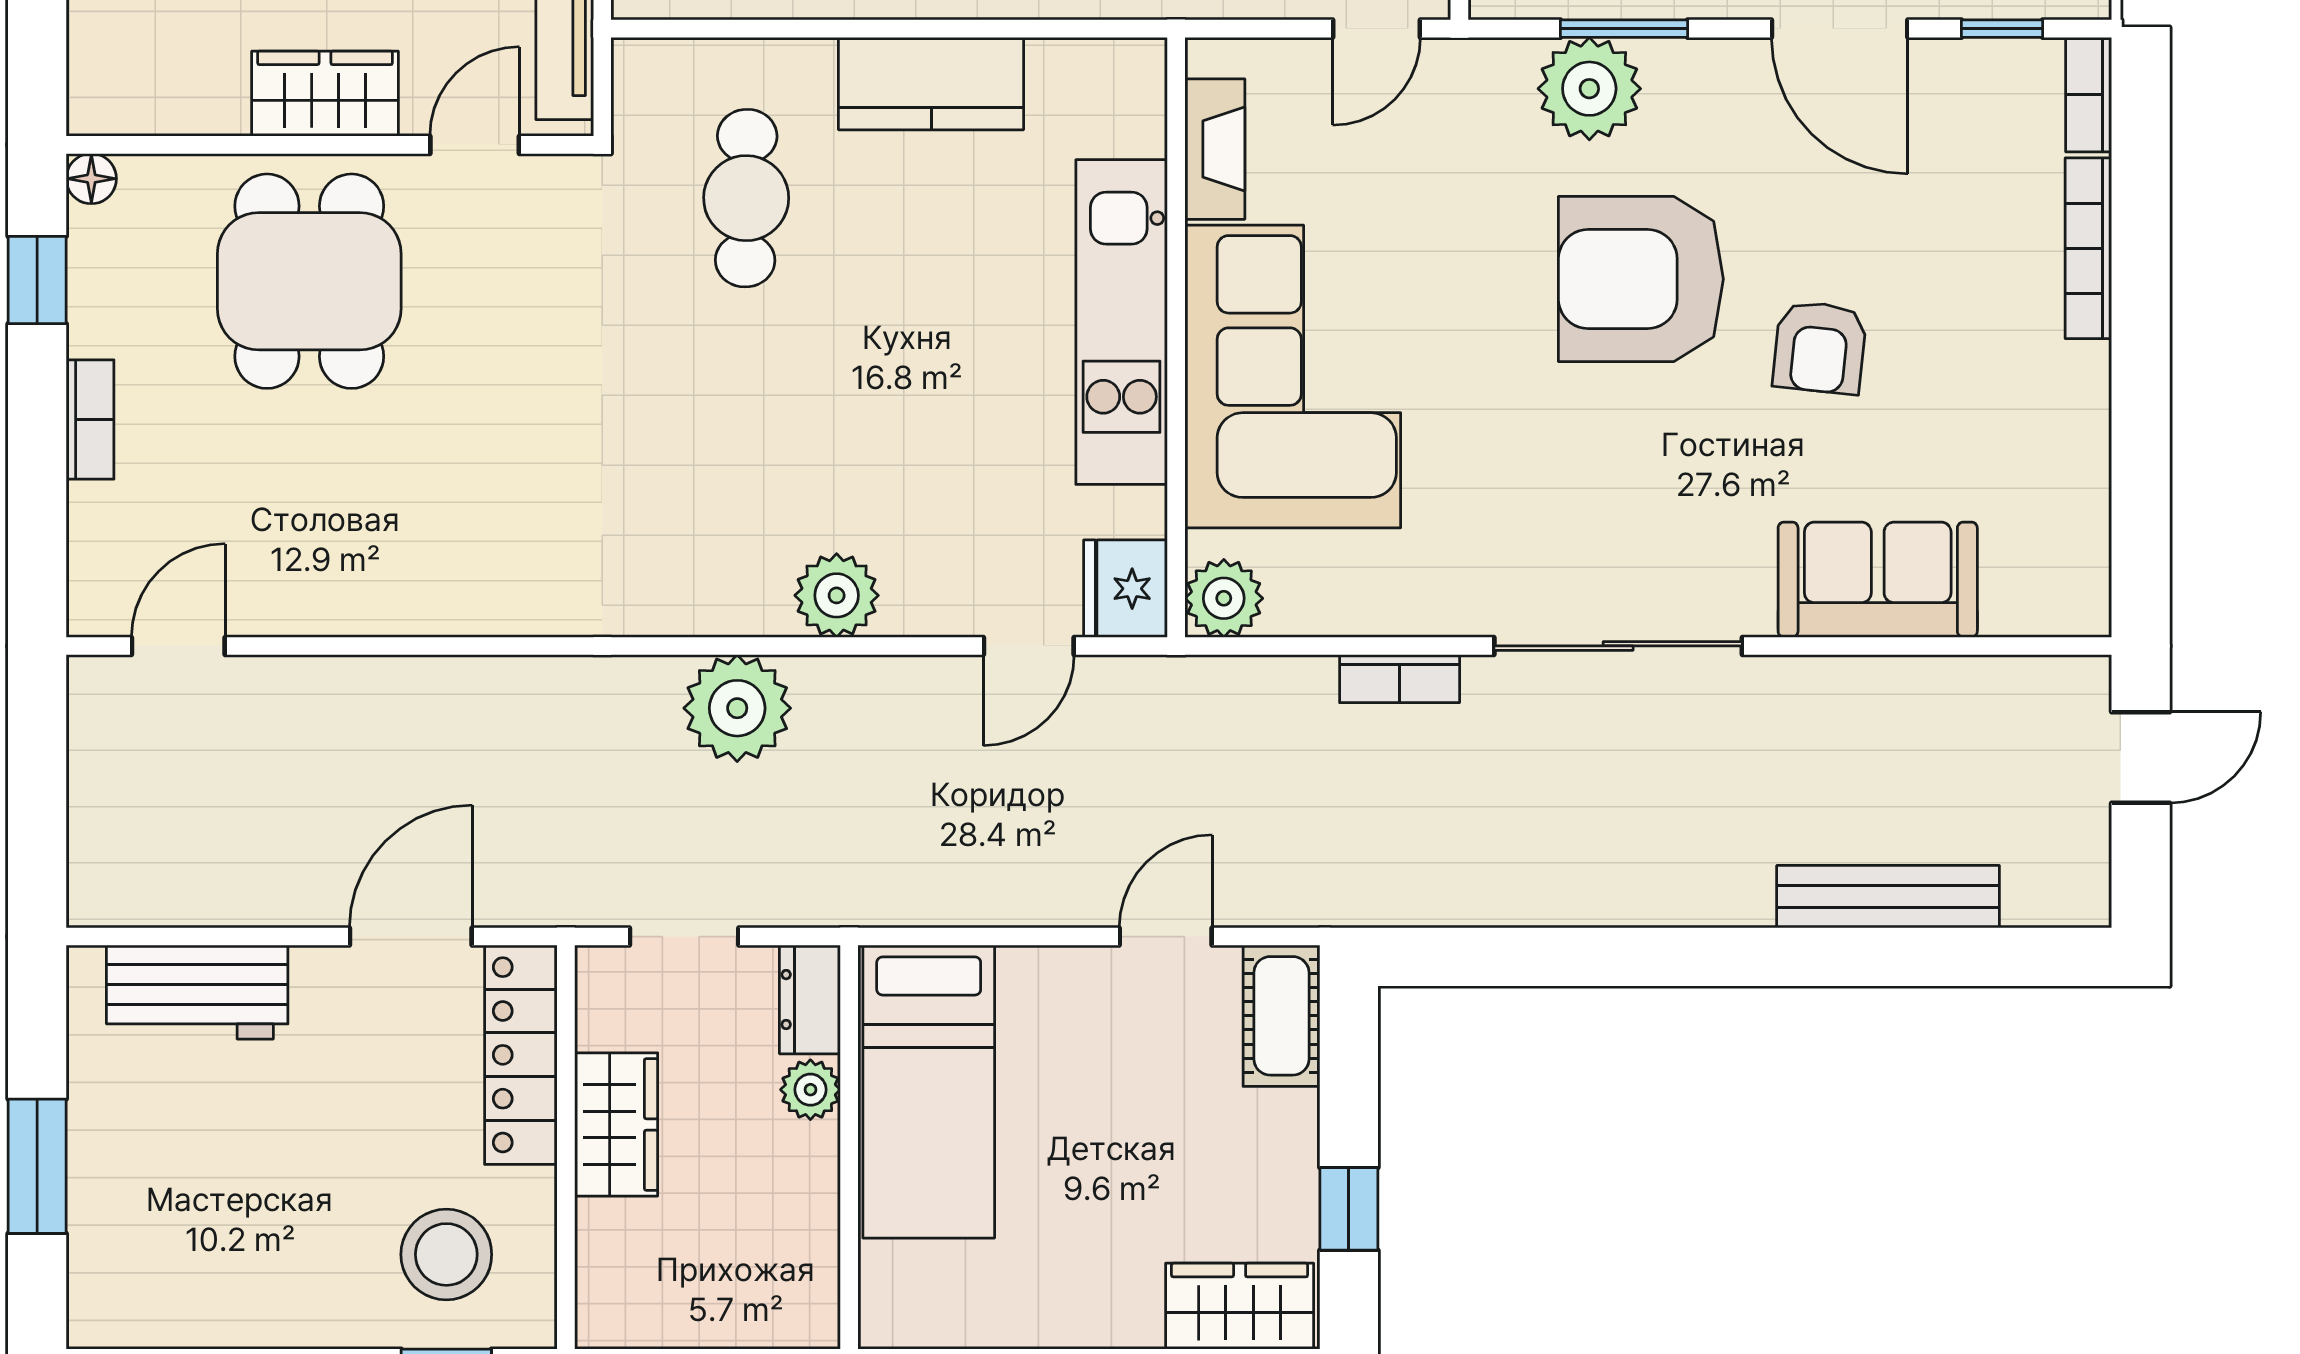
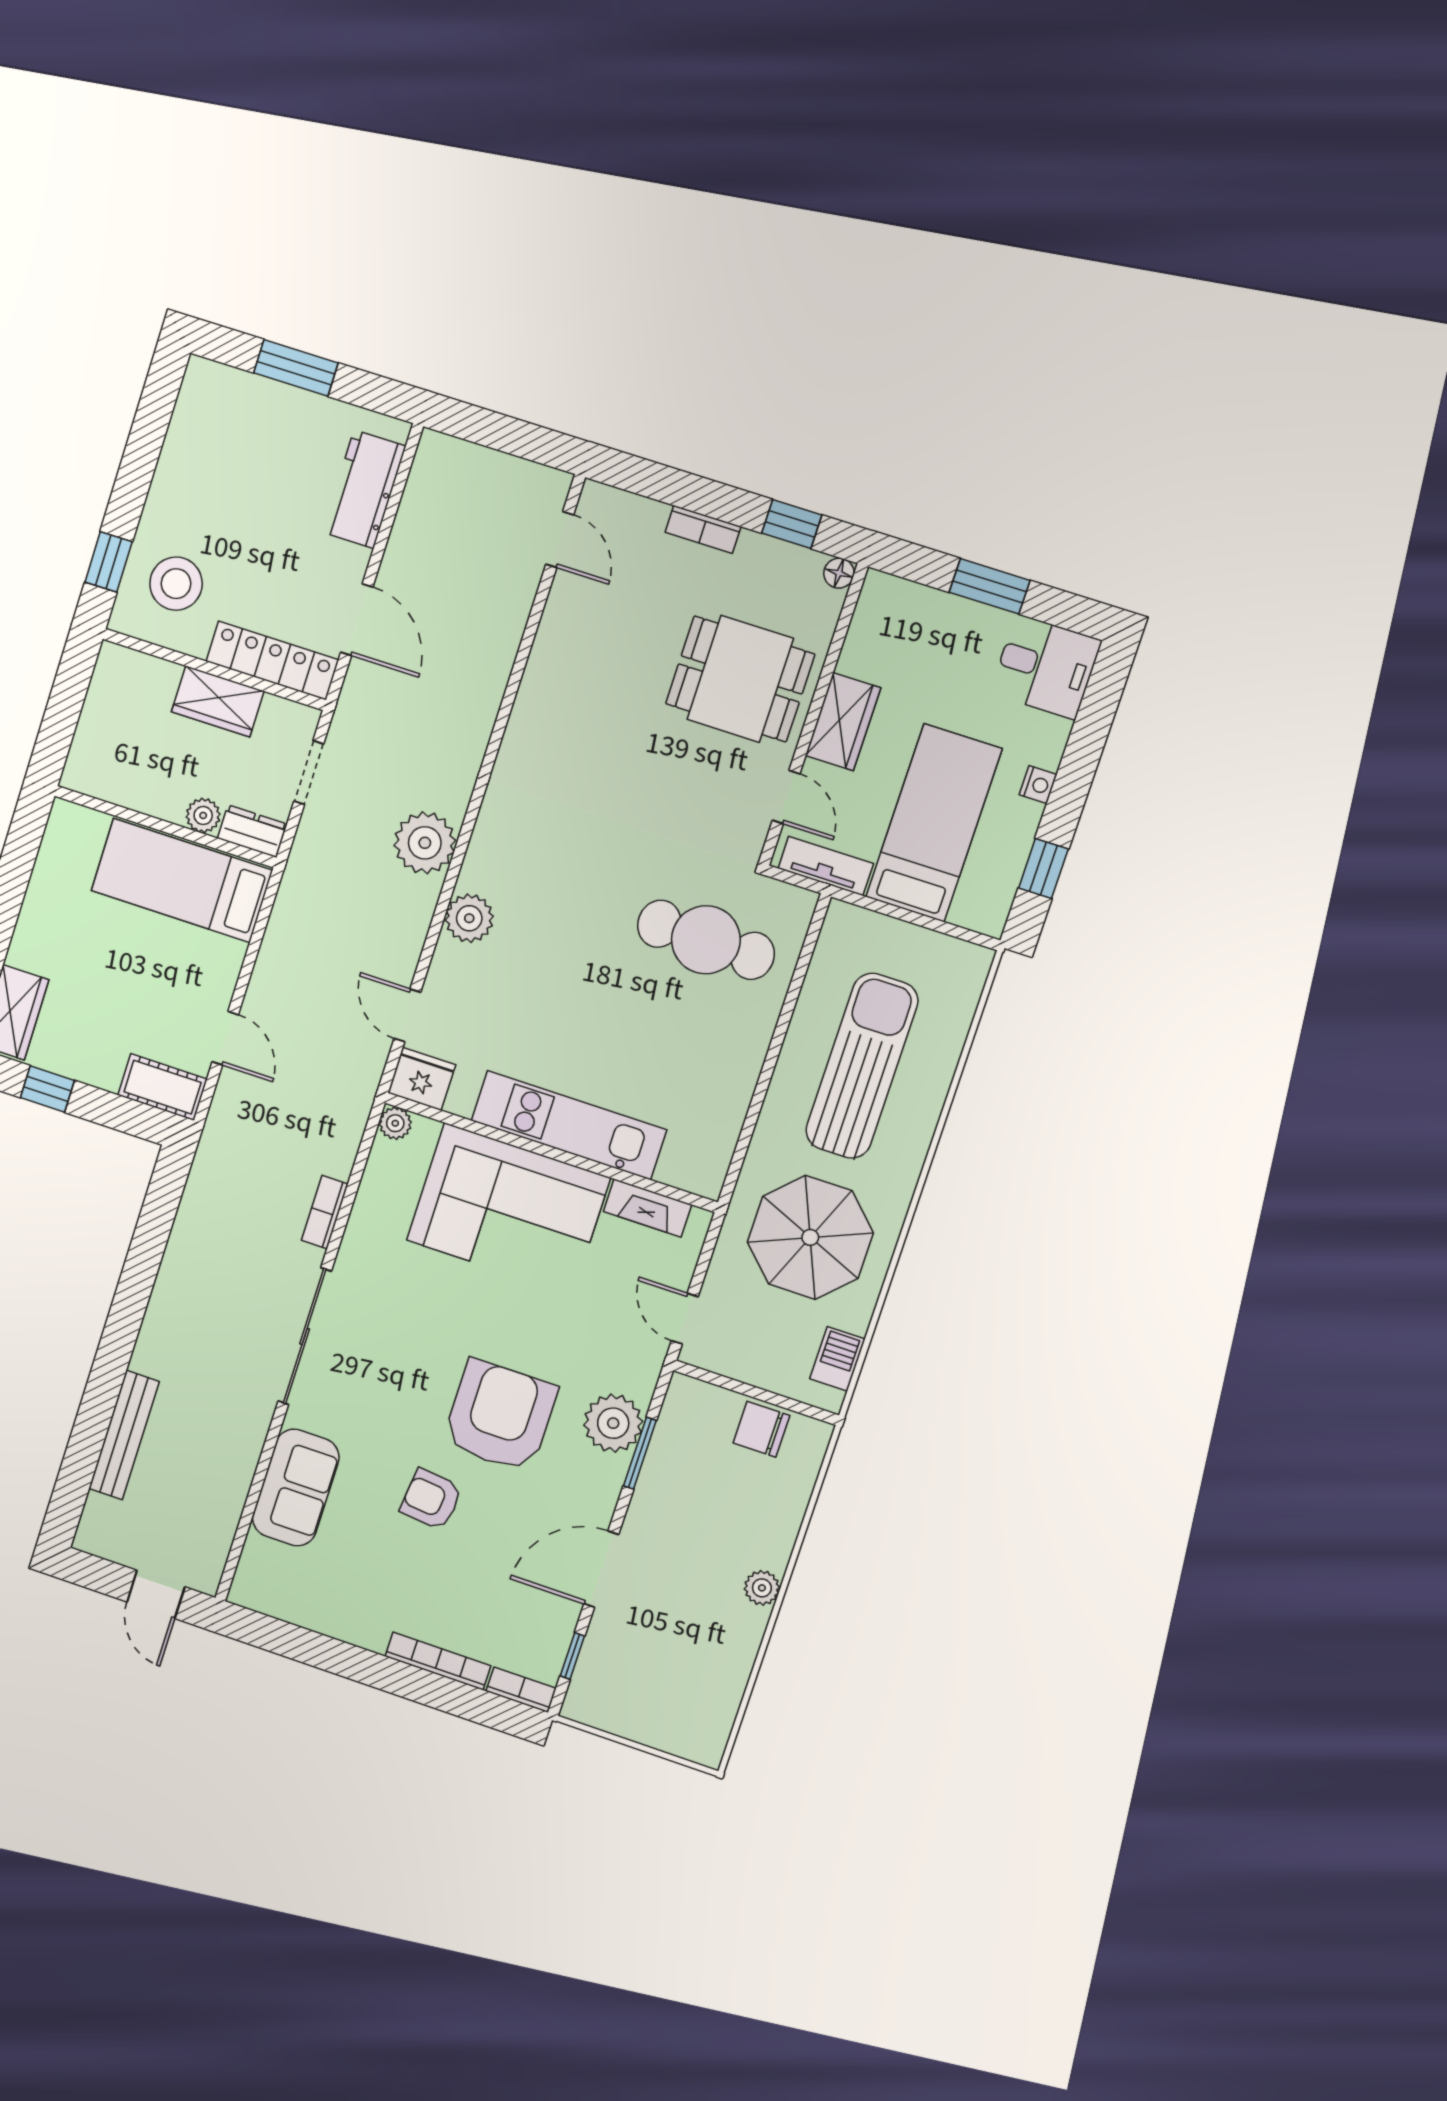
kitchen counter: (931, 84) -> (736, 1063), removed
cafe table: (746, 198) -> (706, 940), width x1.37, depth x1.35
plant: (1224, 598) -> (395, 1123), width x0.73, depth x0.73

